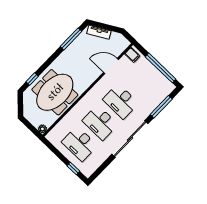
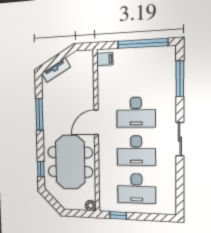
window: (71, 39) -> (39, 114), moved
door: (111, 66) -> (96, 122), moved
sliding door: (130, 139) -> (180, 139), width x0.54
window: (73, 169) -> (118, 215), moved

